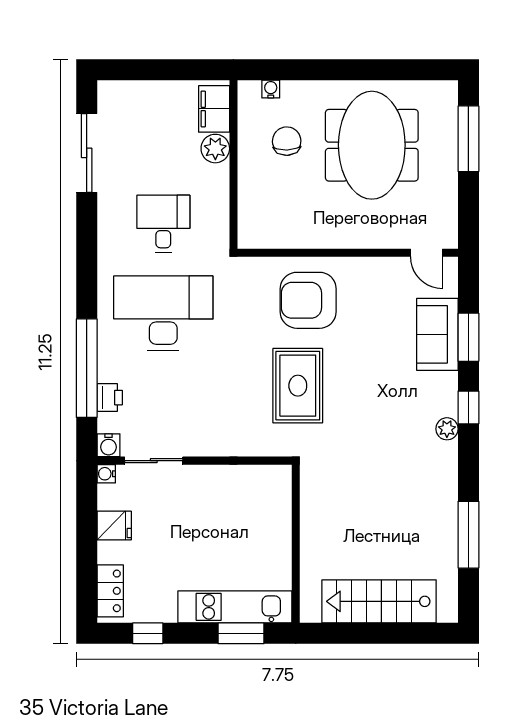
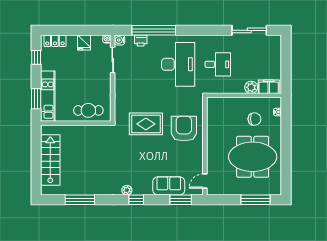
window: (468, 337) -> (181, 200), moved
cafe table: (267, 516) -> (88, 110), added

